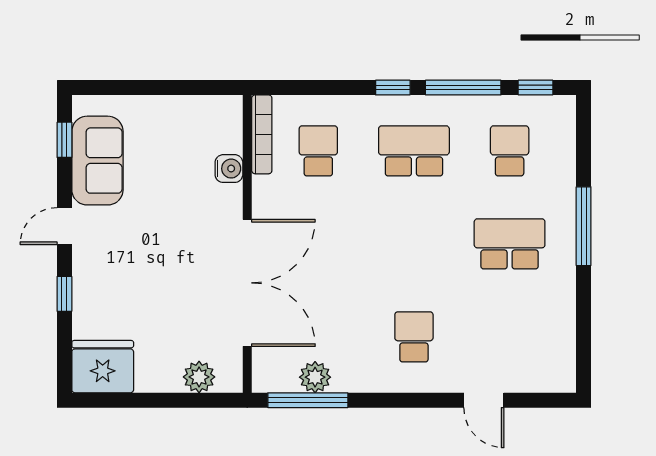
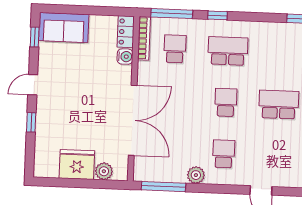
window: (463, 88) -> (172, 14), moved
locker: (228, 124) -> (126, 32), added
school desk: (510, 151) -> (226, 102), moved
sofa: (97, 161) -> (64, 28), moved, turned 90
fridge: (103, 367) -> (77, 164), moved
plant: (315, 377) -> (196, 175), moved

